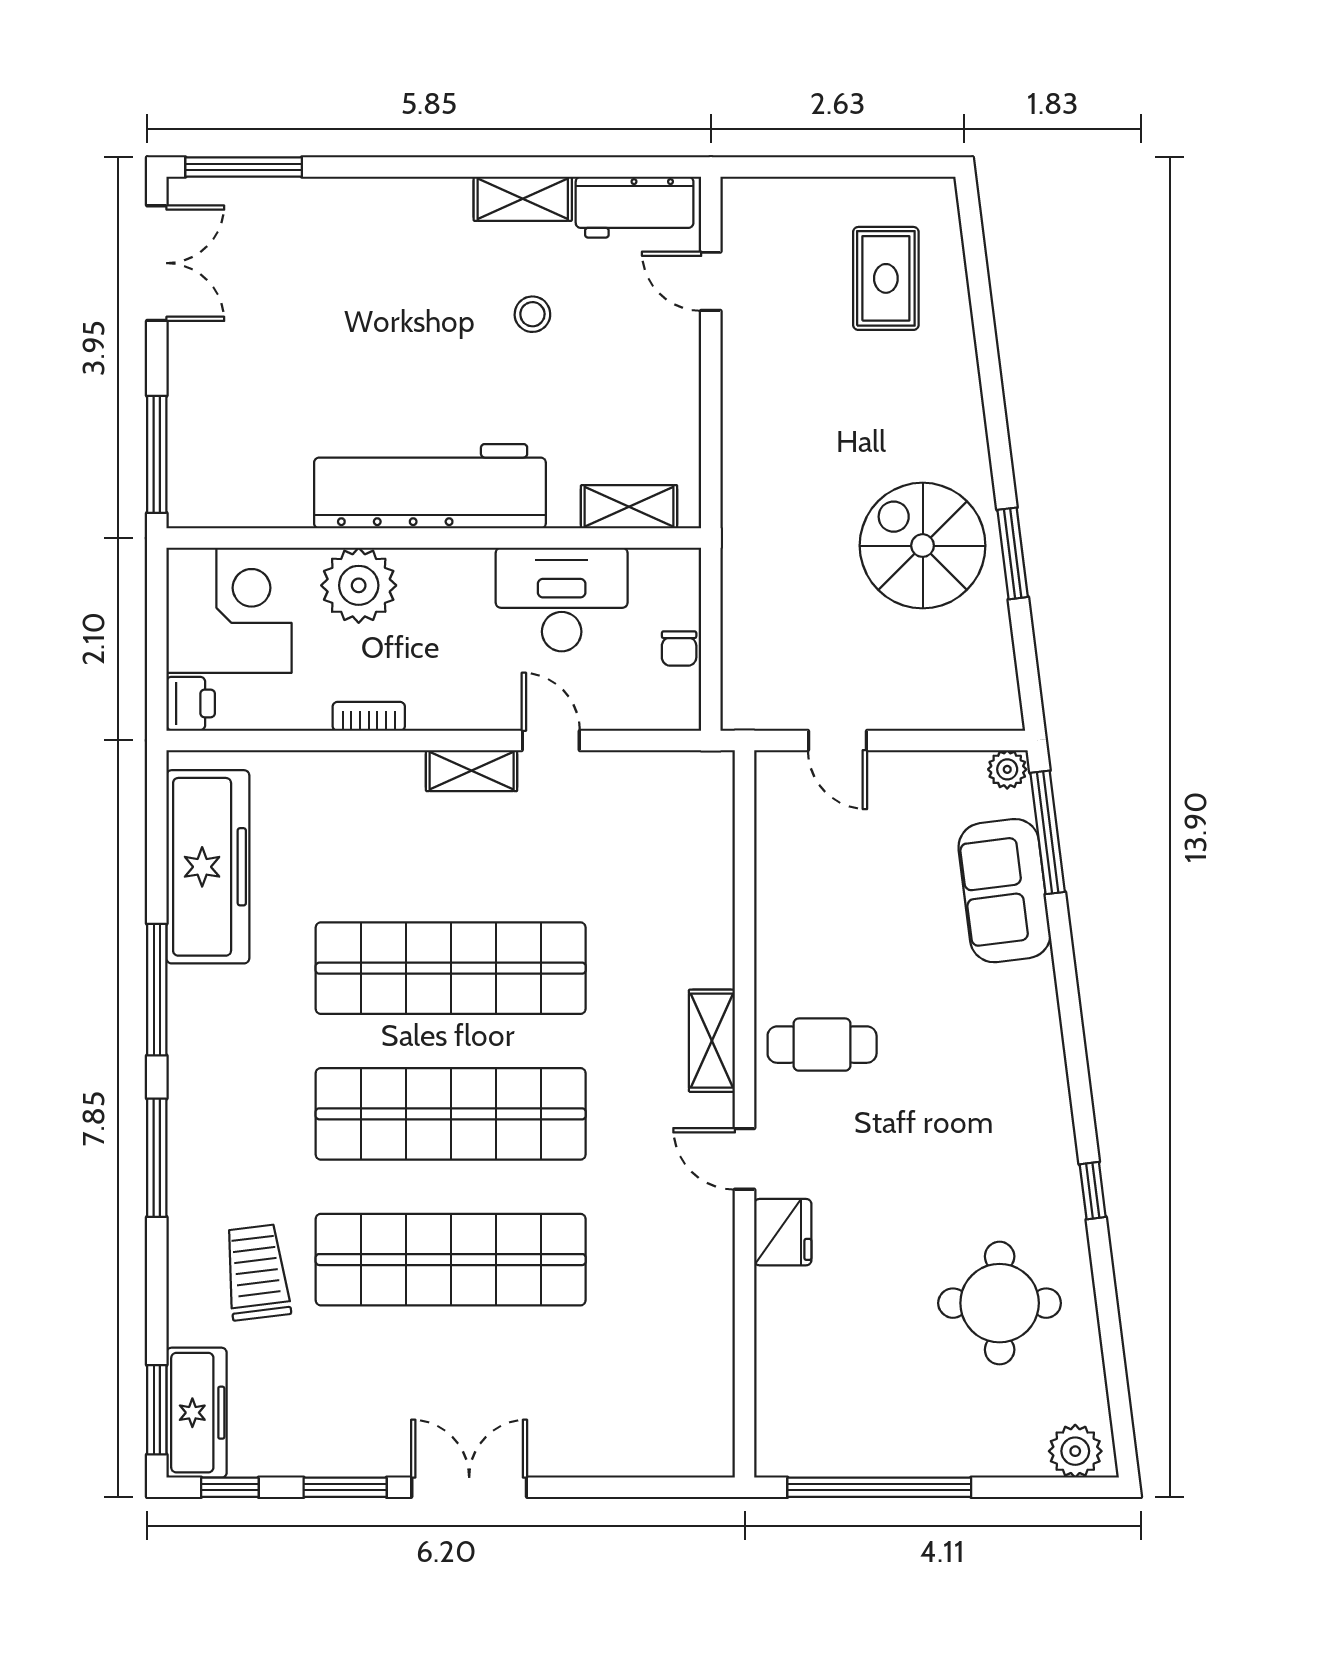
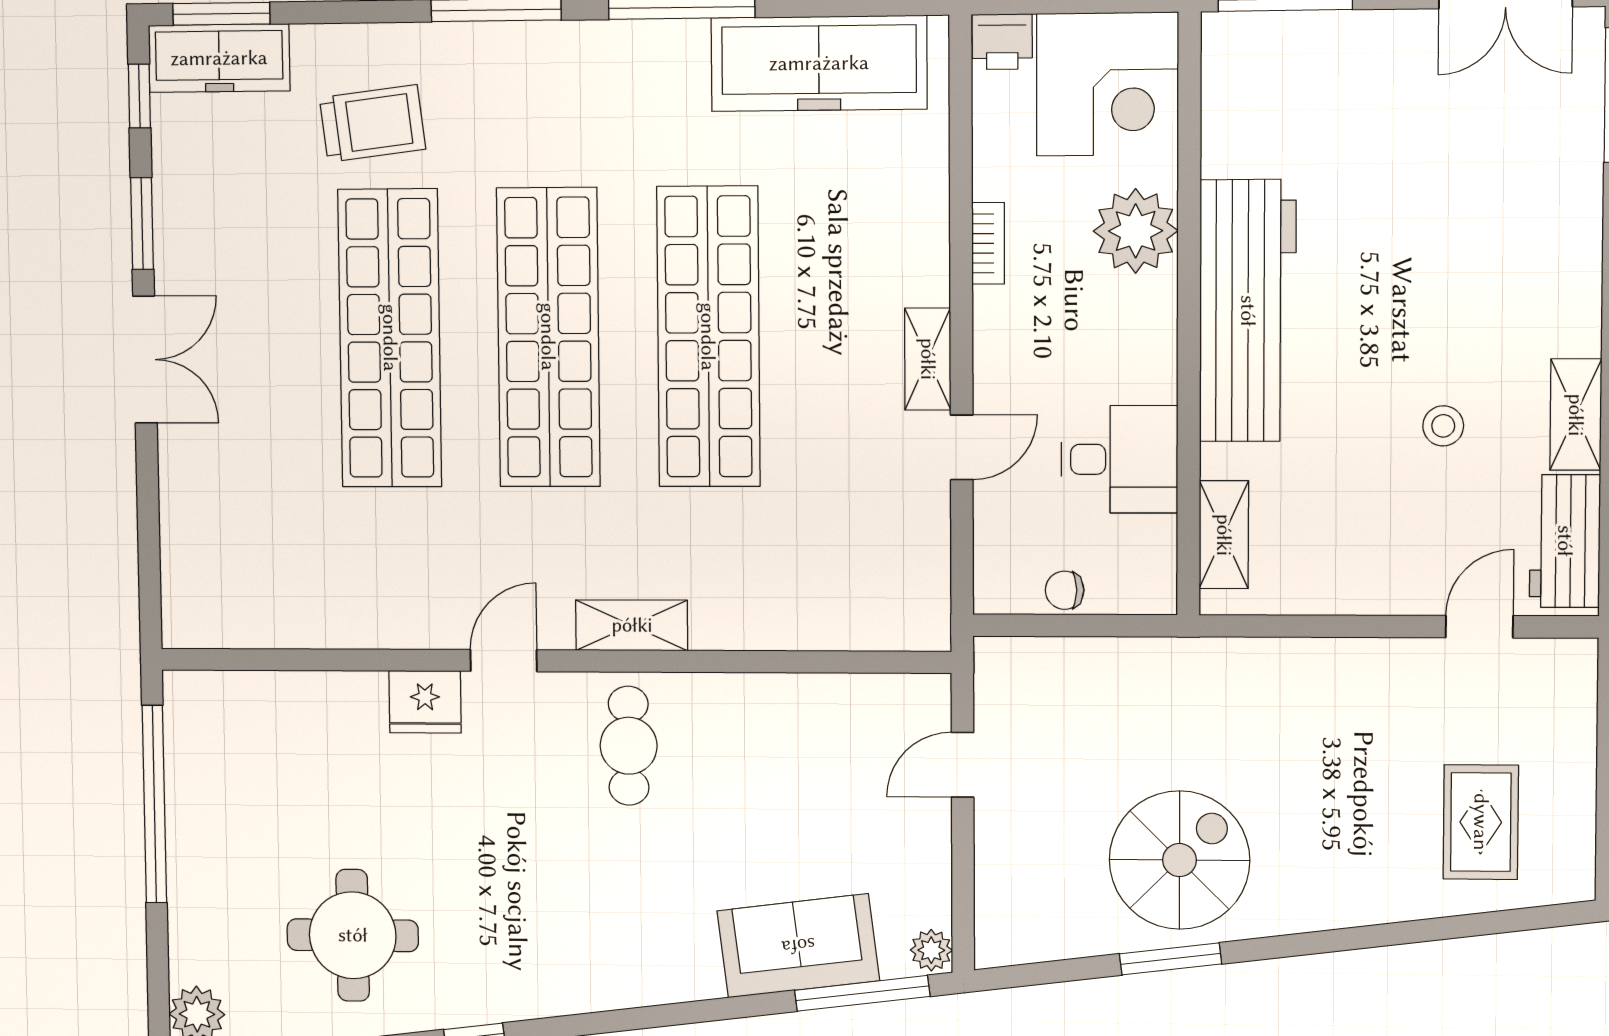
rug: (886, 278) -> (1481, 822), turned 90
desk: (562, 599) -> (1119, 459), width x0.73

